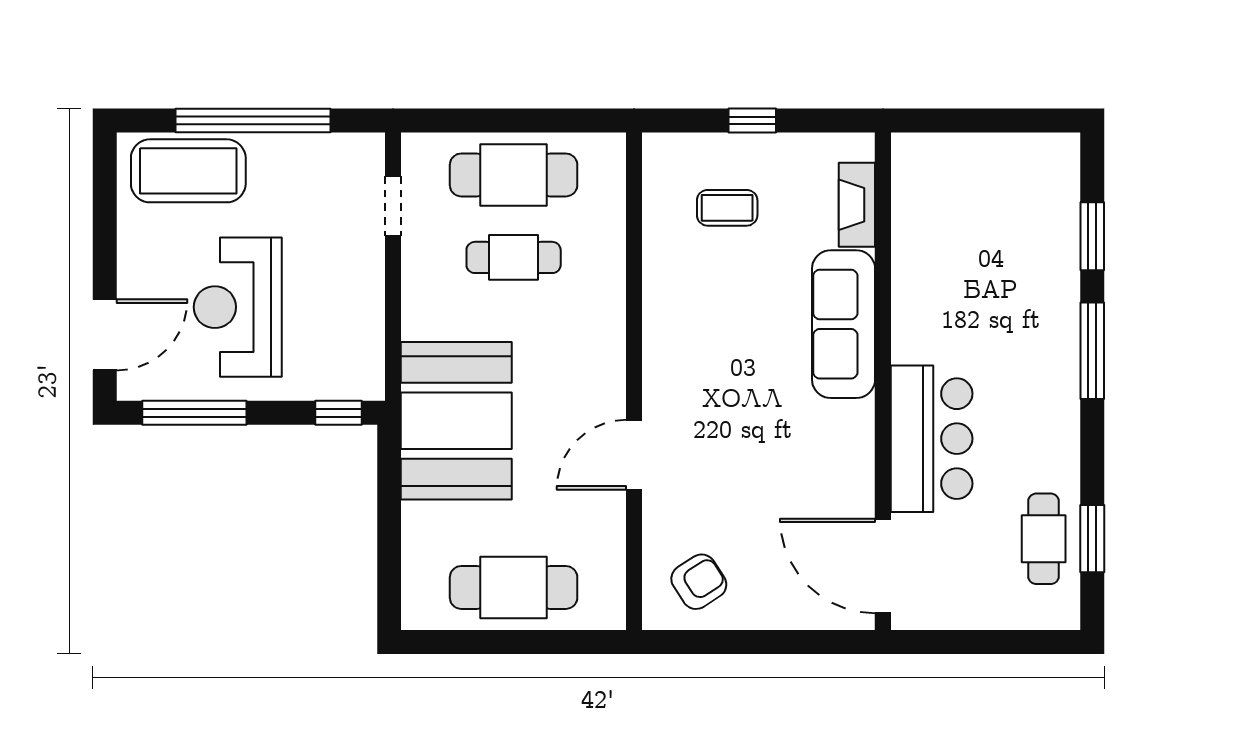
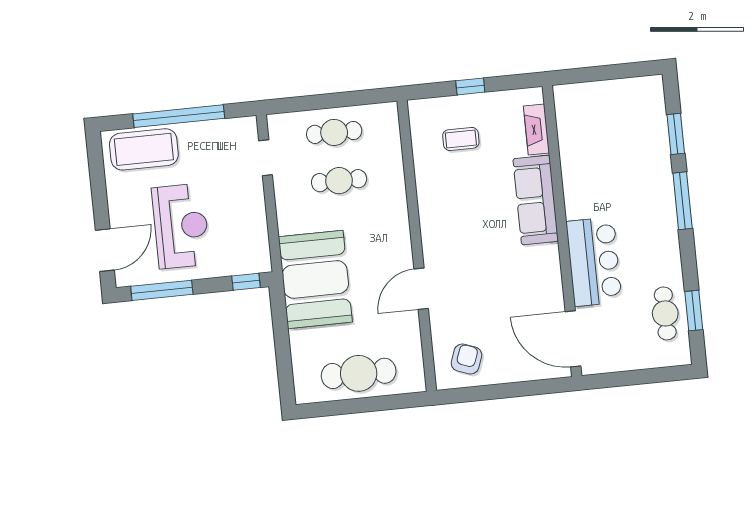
cafe table: (514, 175) -> (334, 132), width x0.73, depth x0.74
reception desk: (238, 307) -> (181, 226), turned 180
armchair: (699, 582) -> (466, 359), turned -37

